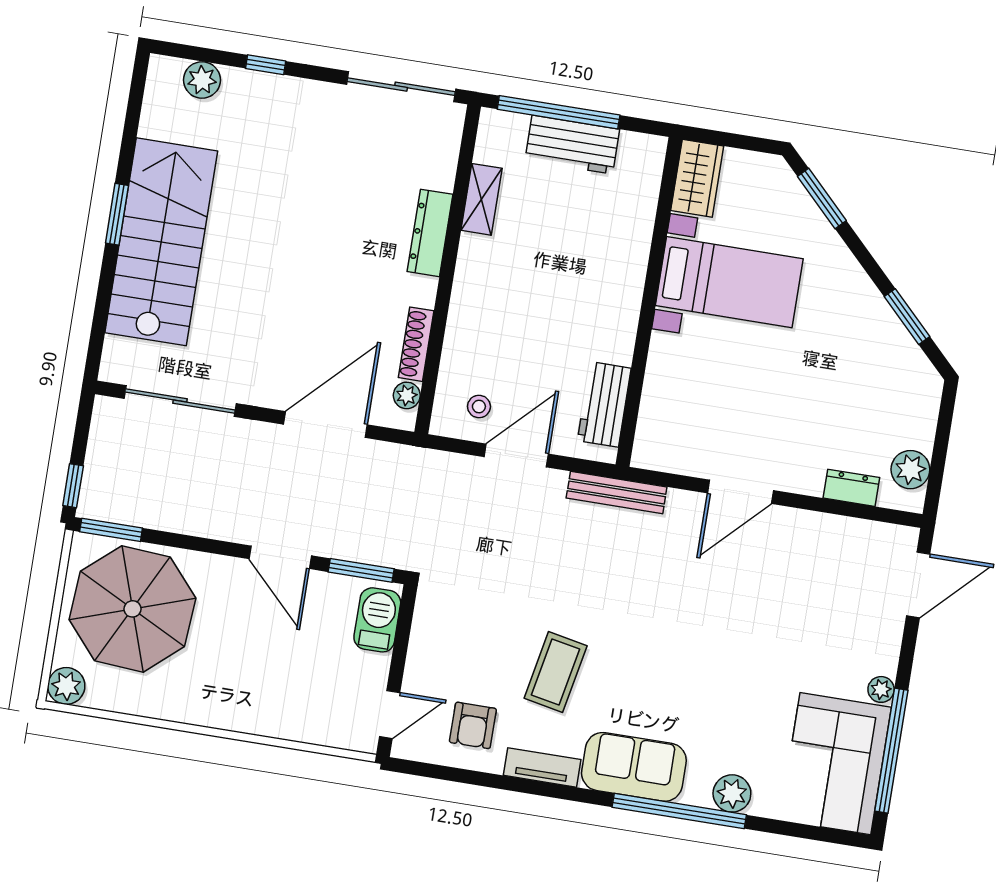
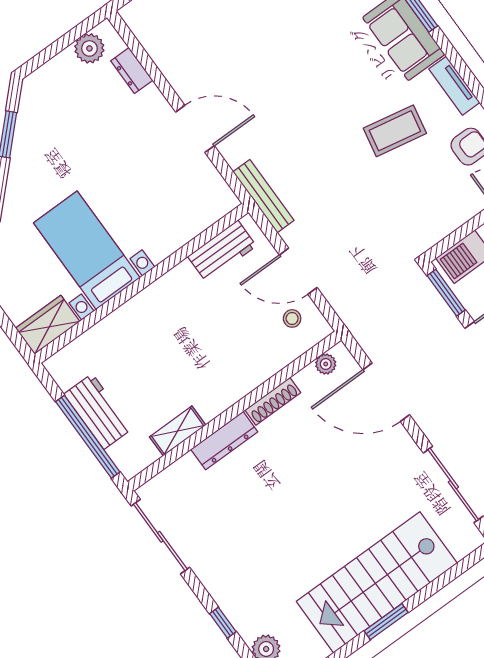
shoe rack: (416, 344) -> (273, 401), moved

